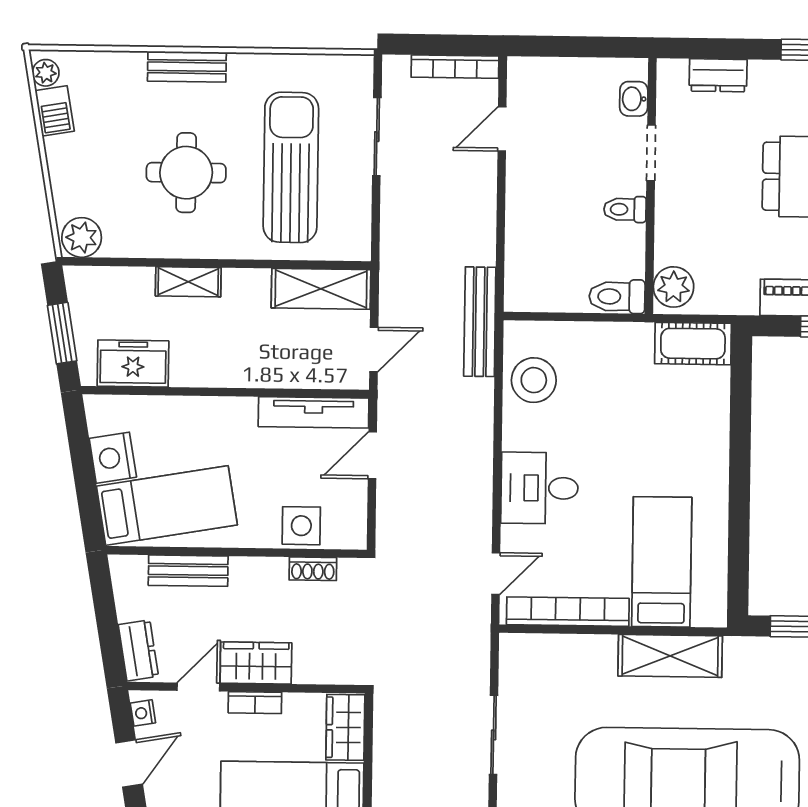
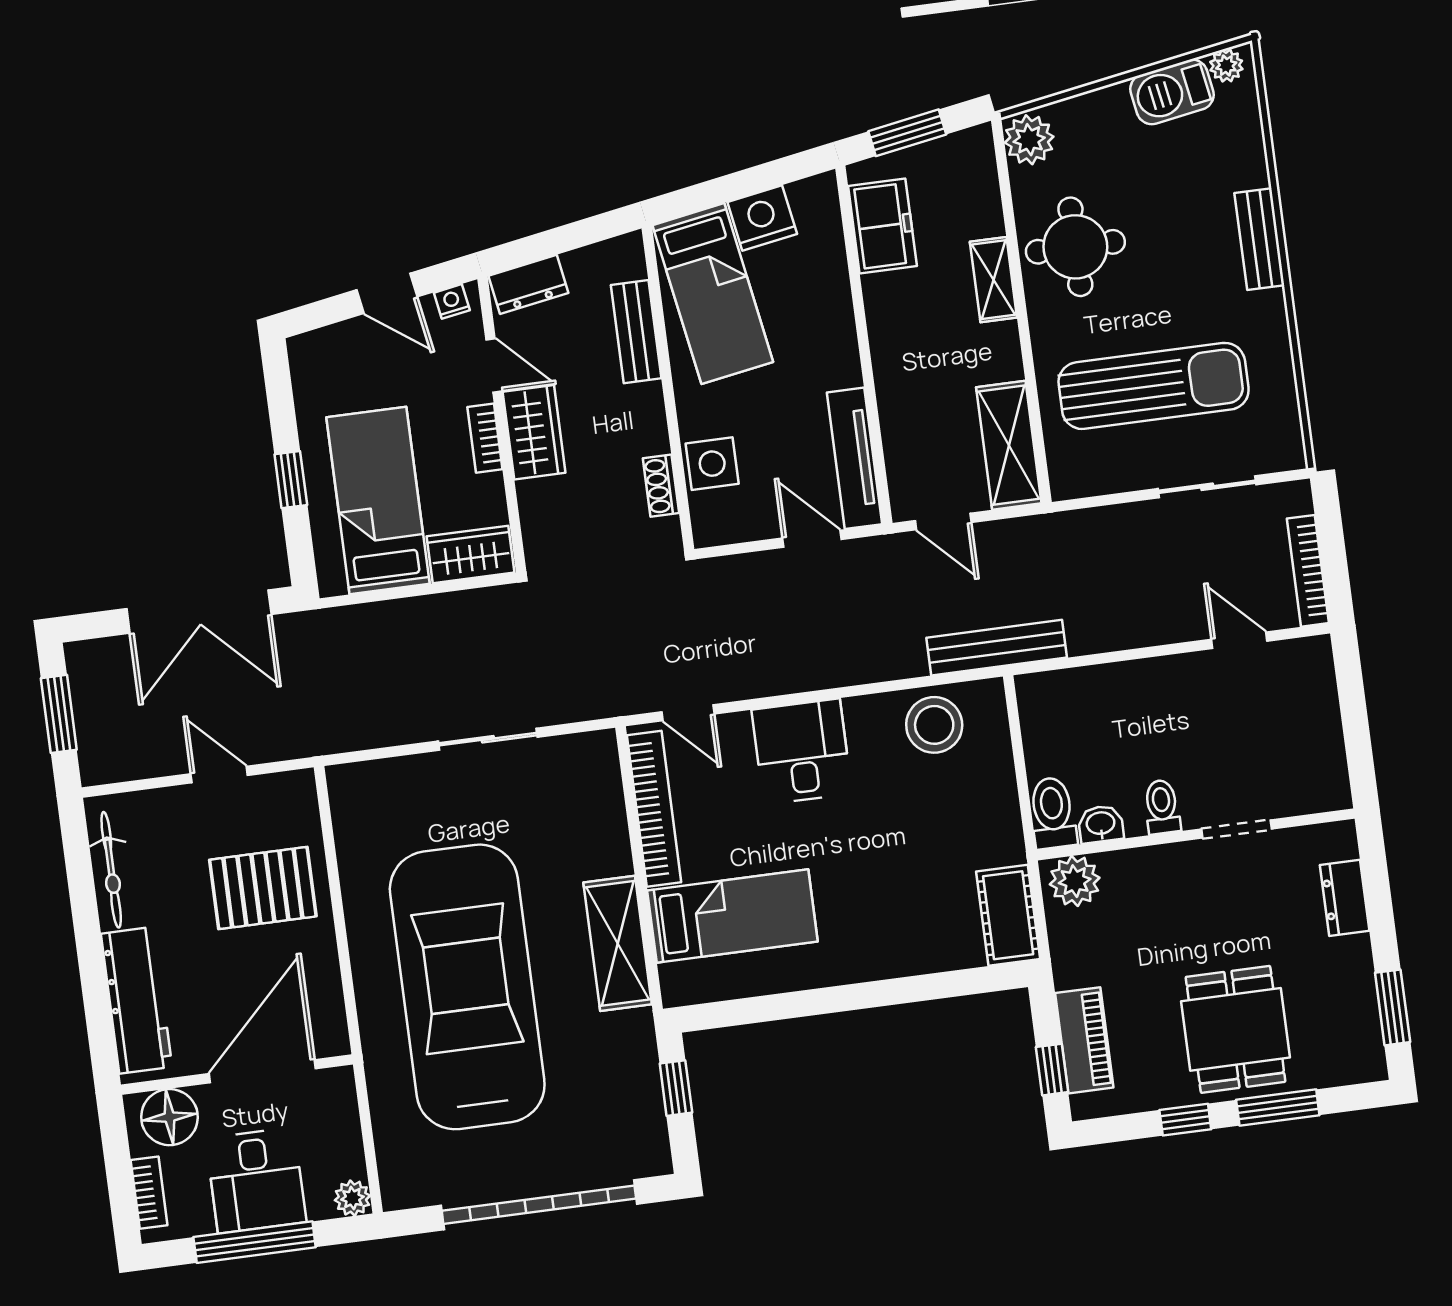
washbasin: (634, 99) -> (1101, 824), moved
barbecue: (55, 111) -> (1172, 92), width x1.38, depth x1.27
round table: (186, 173) -> (1075, 247), moved

